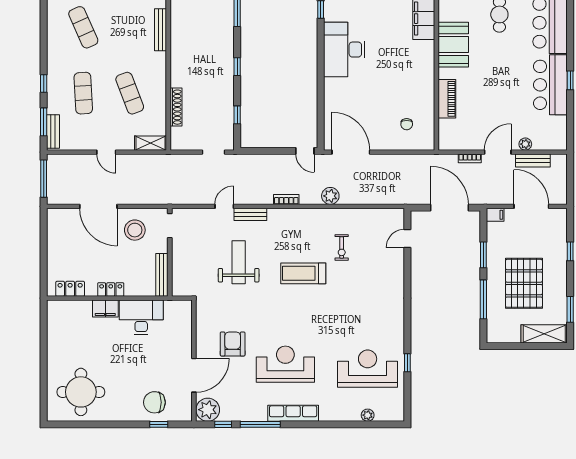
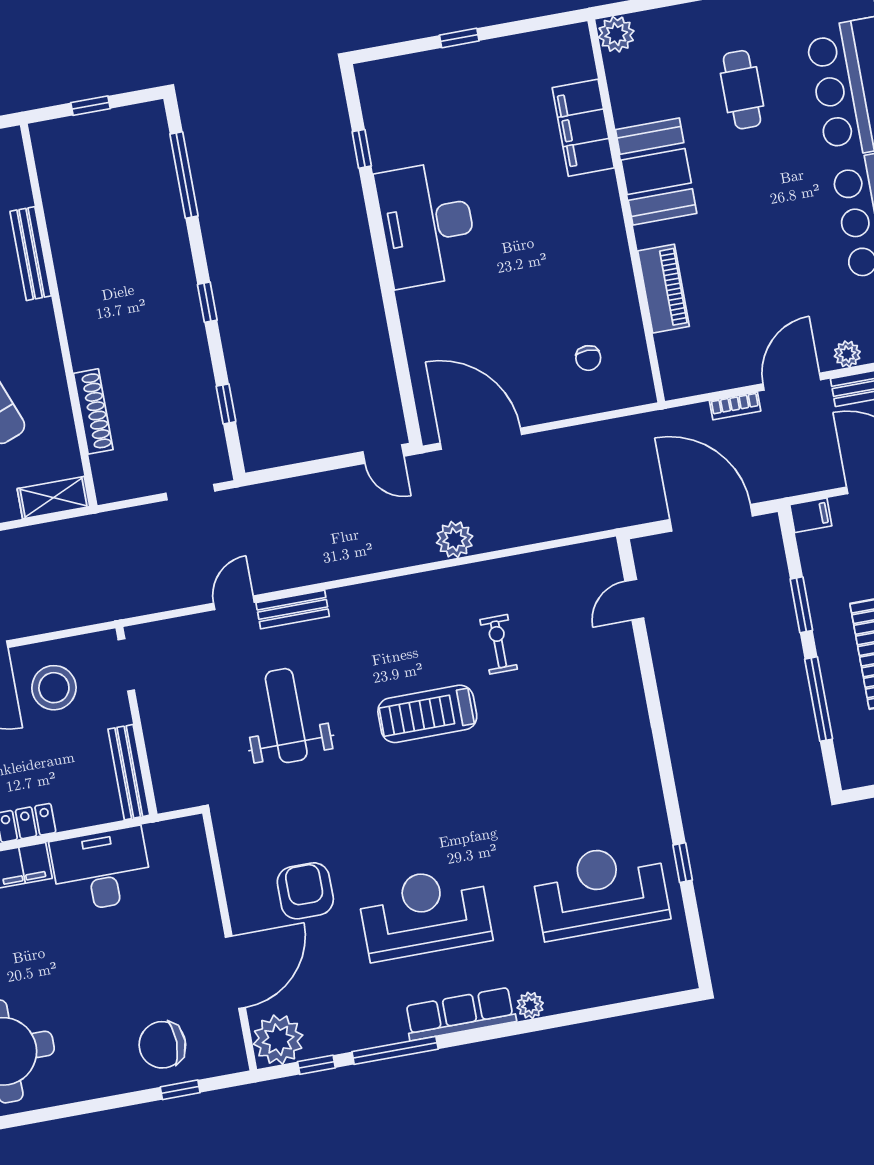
bookcase: (286, 199) -> (363, 564), removed
exercise bike: (342, 248) -> (499, 644), turned 180
plant: (368, 415) -> (530, 1005), moved

